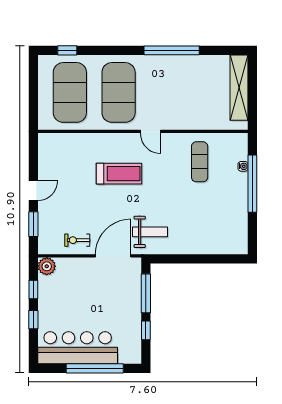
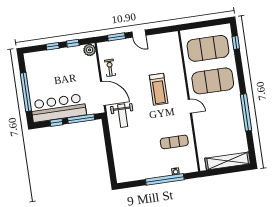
door: (151, 131) -> (190, 106), swing flipped
bar counter: (78, 348) -> (58, 108), moved, turned -90

